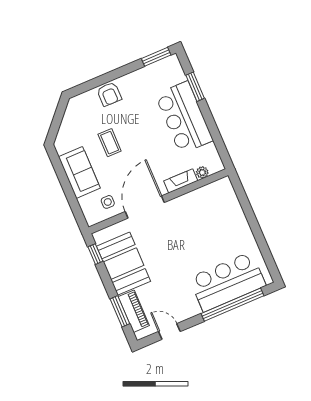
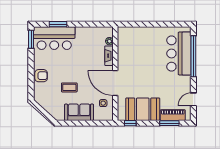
bar counter: (184, 118) -> (54, 38), moved

